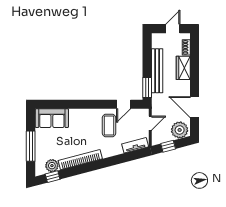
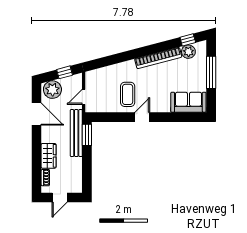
bench: (157, 71) -> (76, 133), moved
door: (124, 104) -> (142, 117), moved
tv unit: (135, 145) -> (100, 73), removed

